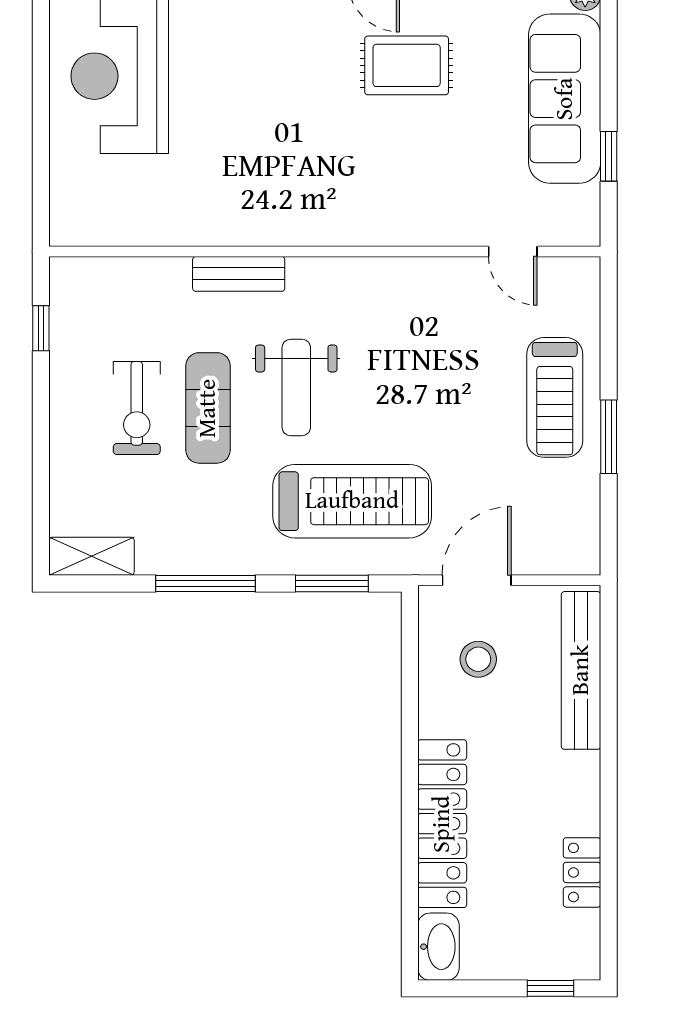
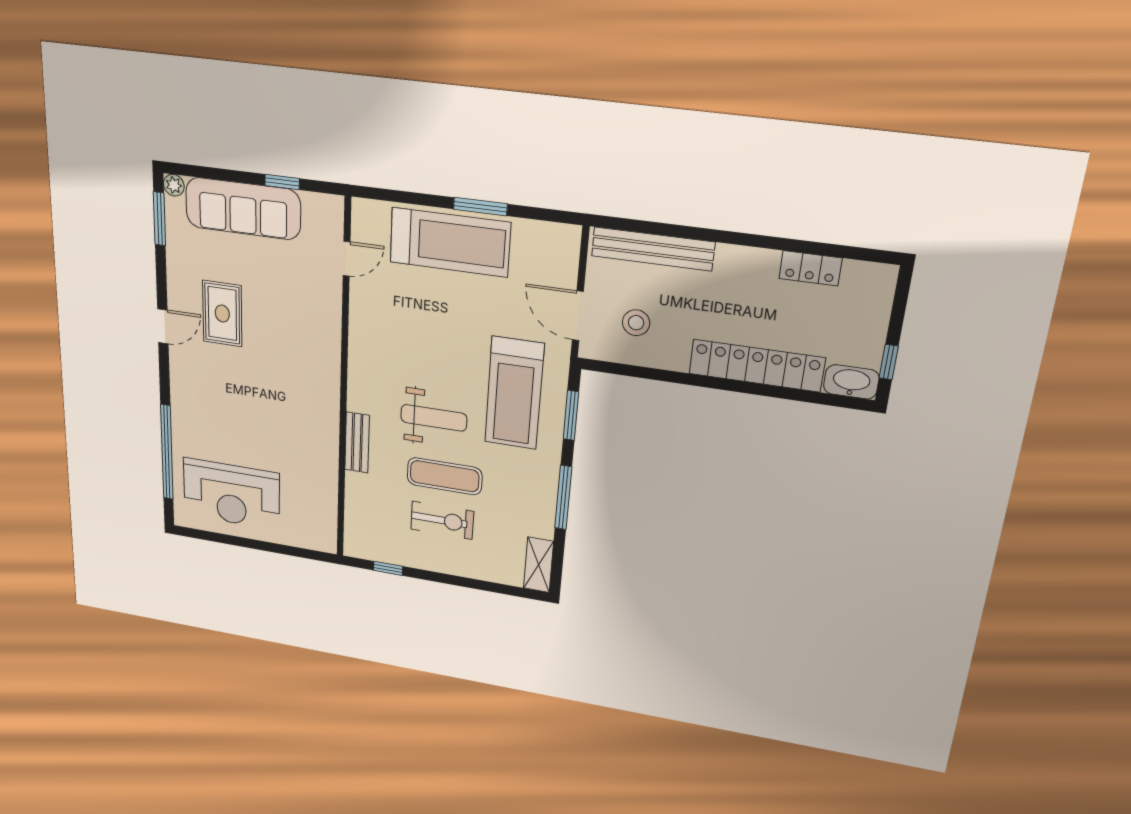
treadmill: (555, 397) -> (450, 242), width x1.37, depth x1.38
treadmill: (352, 501) -> (514, 393), turned 180
window: (550, 988) -> (889, 362), moved

